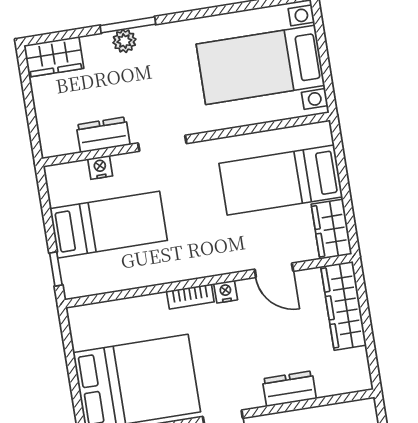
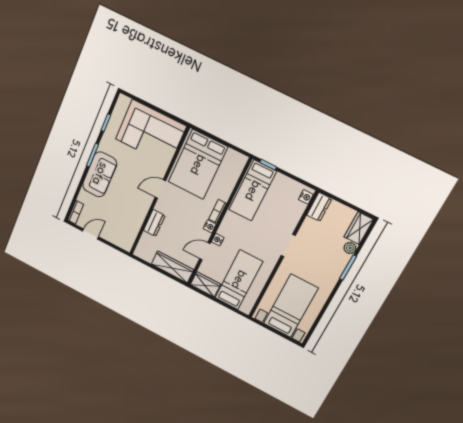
plant: (124, 41) -> (350, 248), moved
dresser: (103, 135) -> (319, 207), moved
nightstand: (100, 167) -> (306, 197), moved
bed: (109, 225) -> (253, 191), moved
nightstand: (238, 263) -> (218, 240), added

